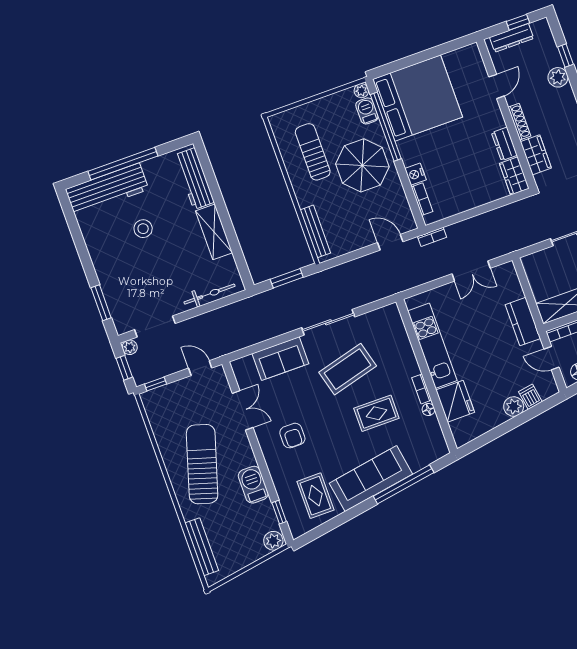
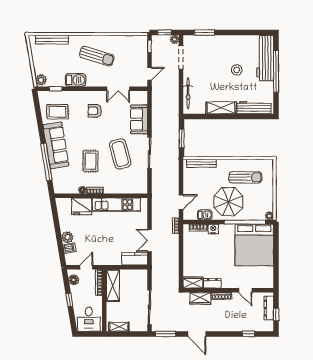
plant: (558, 77) -> (238, 326), removed
barbecue: (367, 111) -> (205, 215), moved
kitchen counter: (523, 322) -> (135, 259), moved
sun lounger: (202, 464) -> (97, 56), width x0.73, depth x0.75

